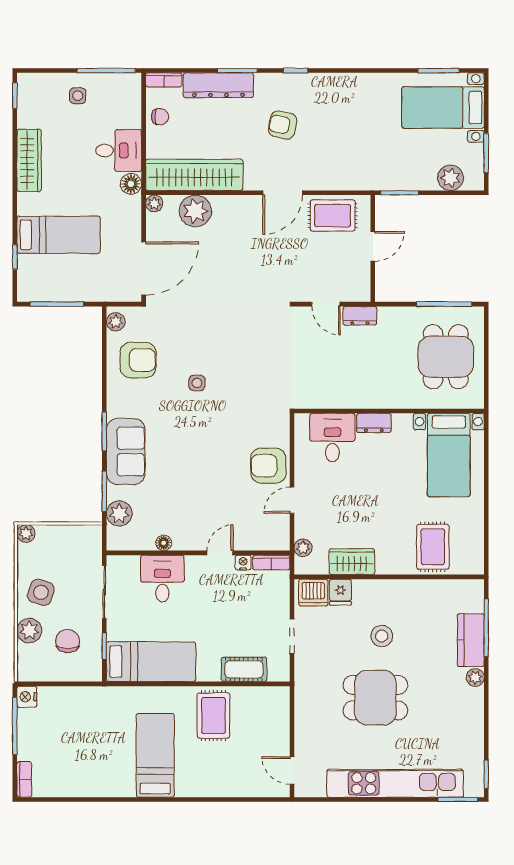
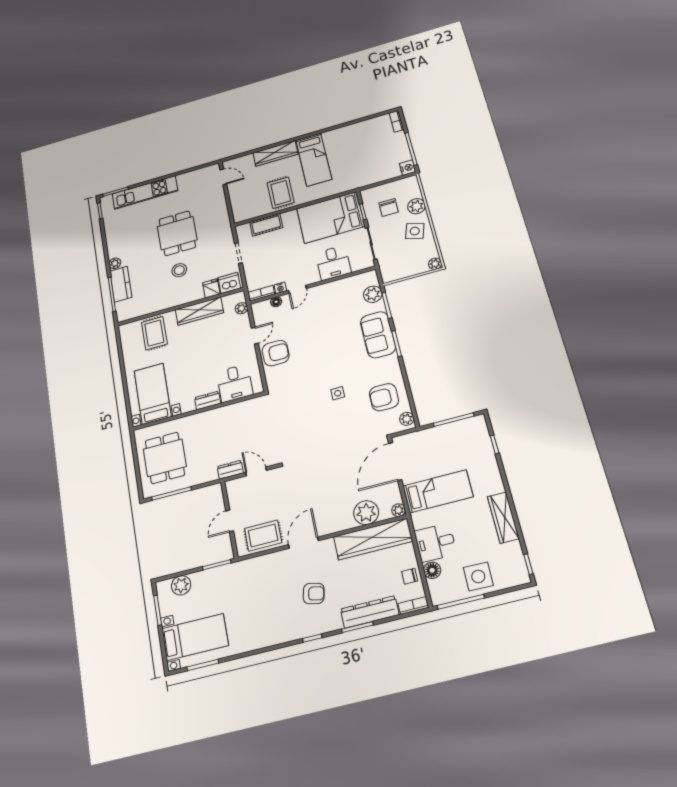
side table: (78, 96) -> (478, 576), width x1.87, depth x1.87
floor lamp: (131, 184) -> (432, 570), moved
bed: (59, 235) -> (438, 491), moved, turned 180
floor lamp: (164, 543) -> (276, 302), moved
wardrobe: (352, 562) -> (199, 311), width x1.50
bed: (151, 662) -> (331, 217), width x1.50
dining table: (375, 698) -> (177, 233), turned 90
kitchen unit: (395, 783) -> (145, 192), width x0.73
wardrobe: (208, 785) -> (275, 153), added

